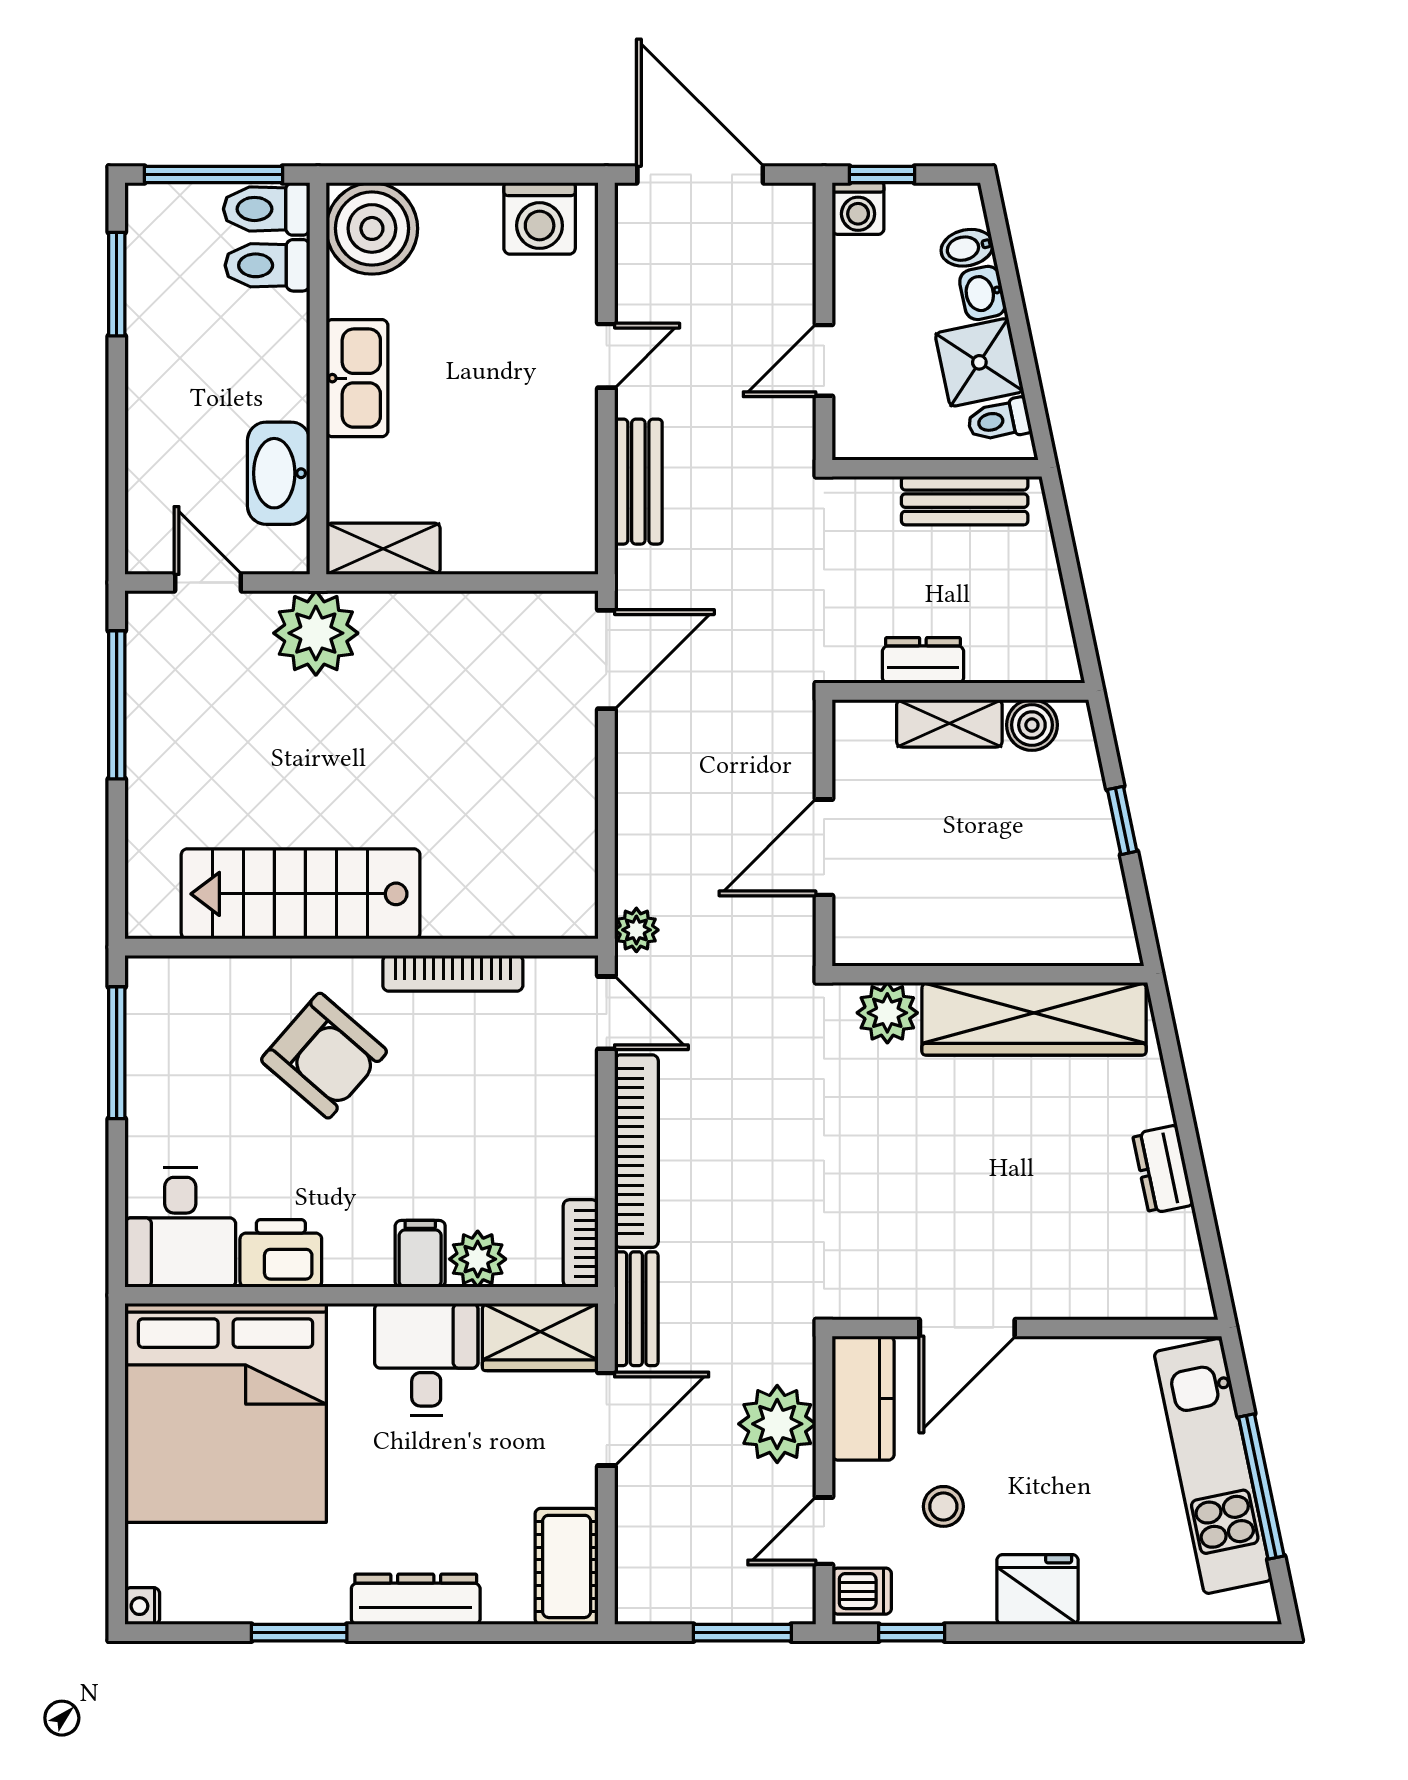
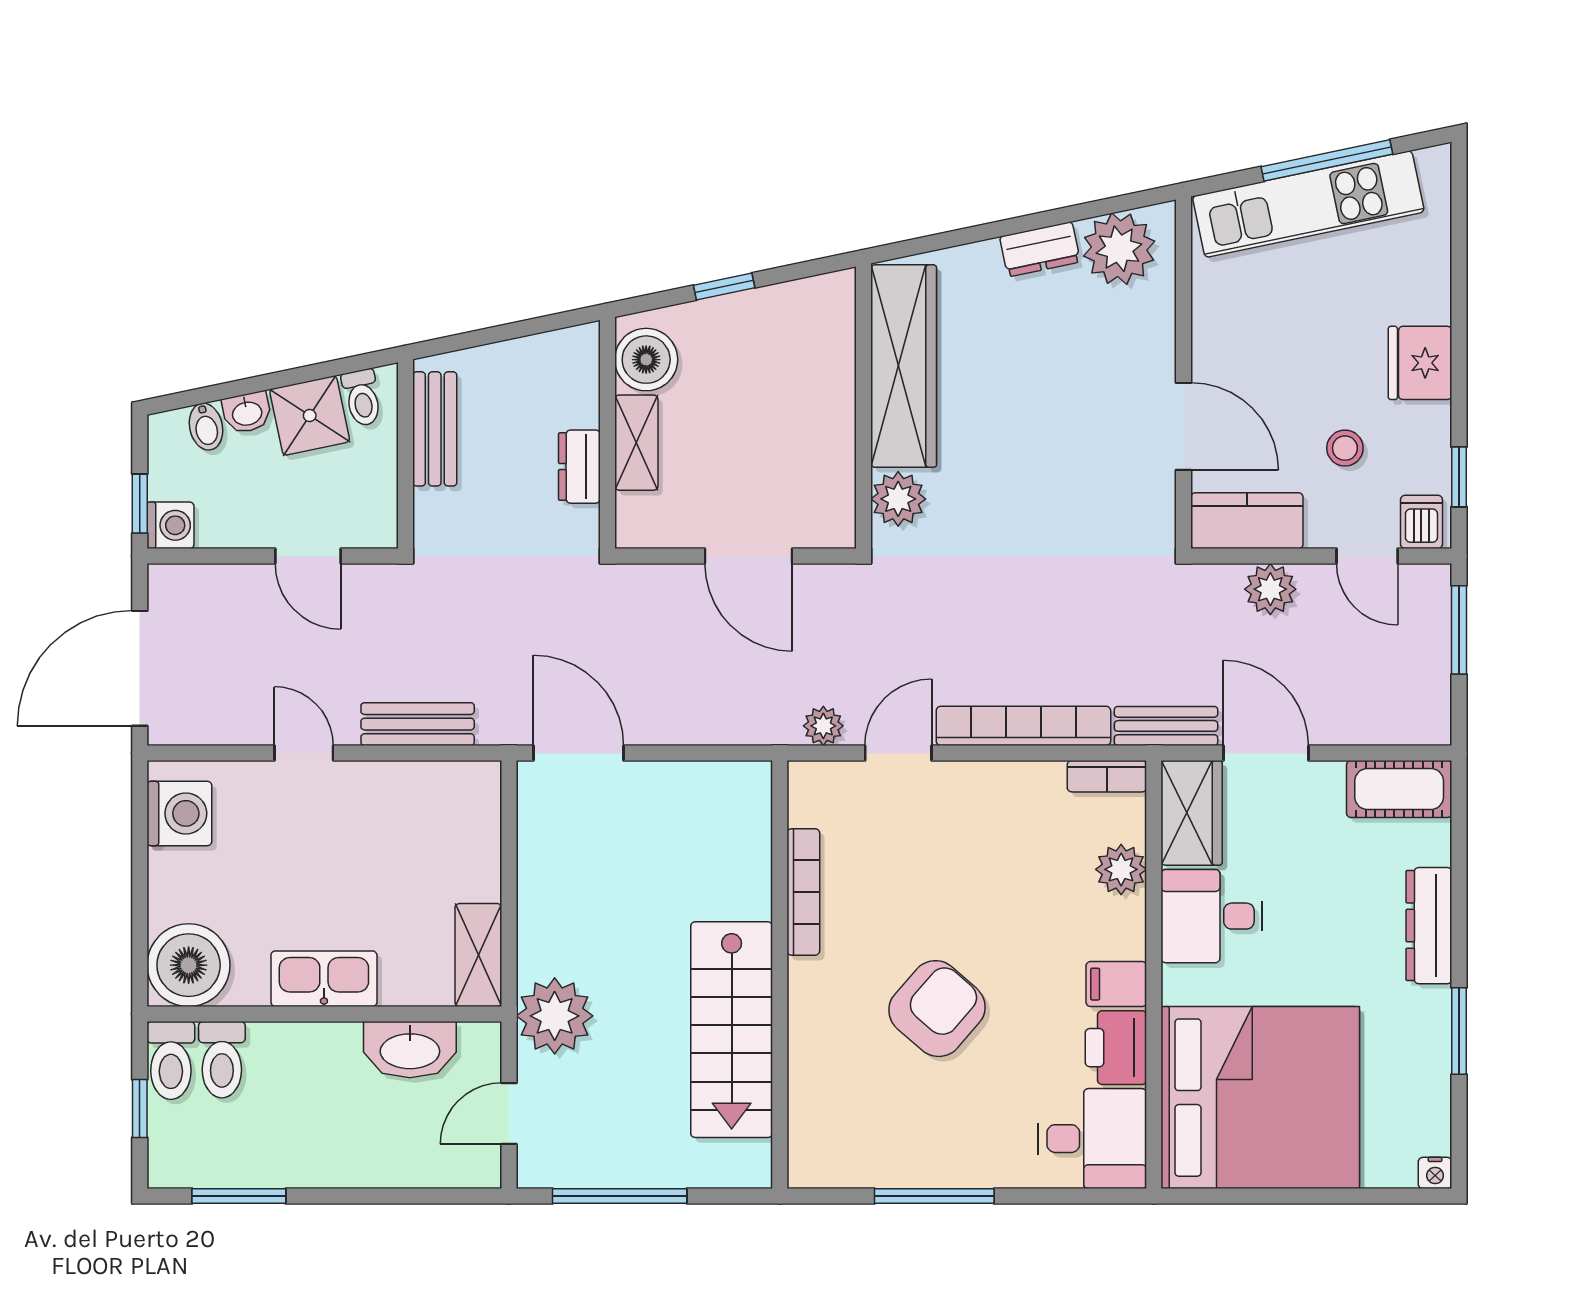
window: (214, 175) -> (140, 1108), width x0.46
boiler: (1032, 725) -> (646, 360), width x1.36, depth x1.36
stairs: (301, 894) -> (732, 1030), moved
wall: (362, 947) -> (780, 975), moved
bookcase: (453, 973) -> (803, 892), moved
filing cabinet: (420, 1254) -> (1116, 984), moved
plant: (1164, 1257) -> (1119, 249), added
plant: (777, 1424) -> (1270, 589), width x0.73, depth x0.73

